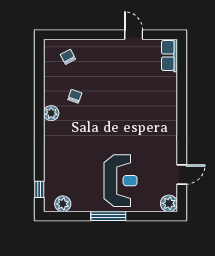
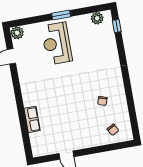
row of seats: (170, 55) -> (32, 119), moved
plant: (51, 113) -> (118, 85), removed
window: (108, 216) -> (61, 15), width x0.69

